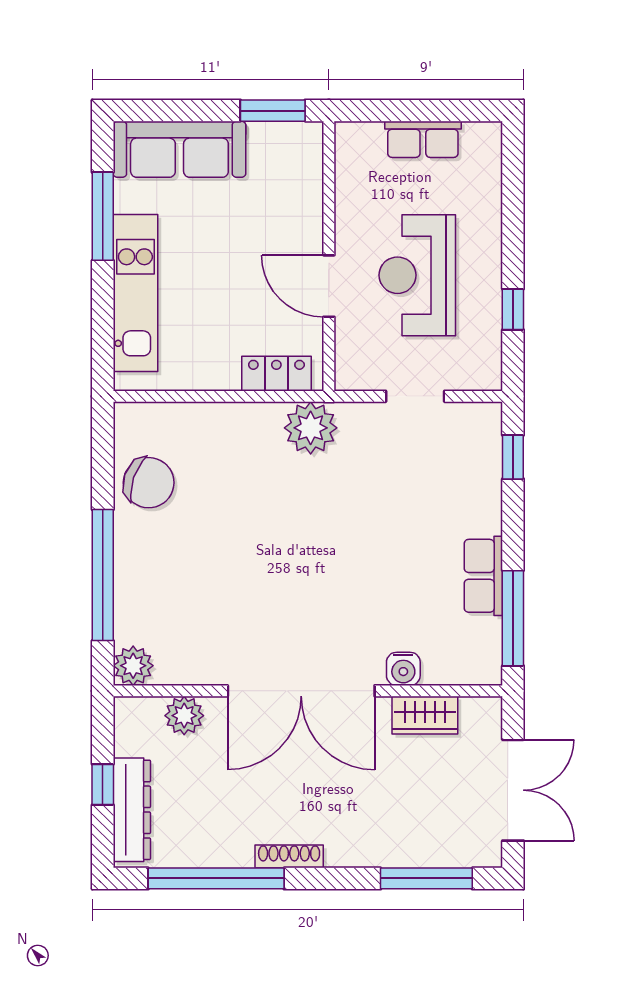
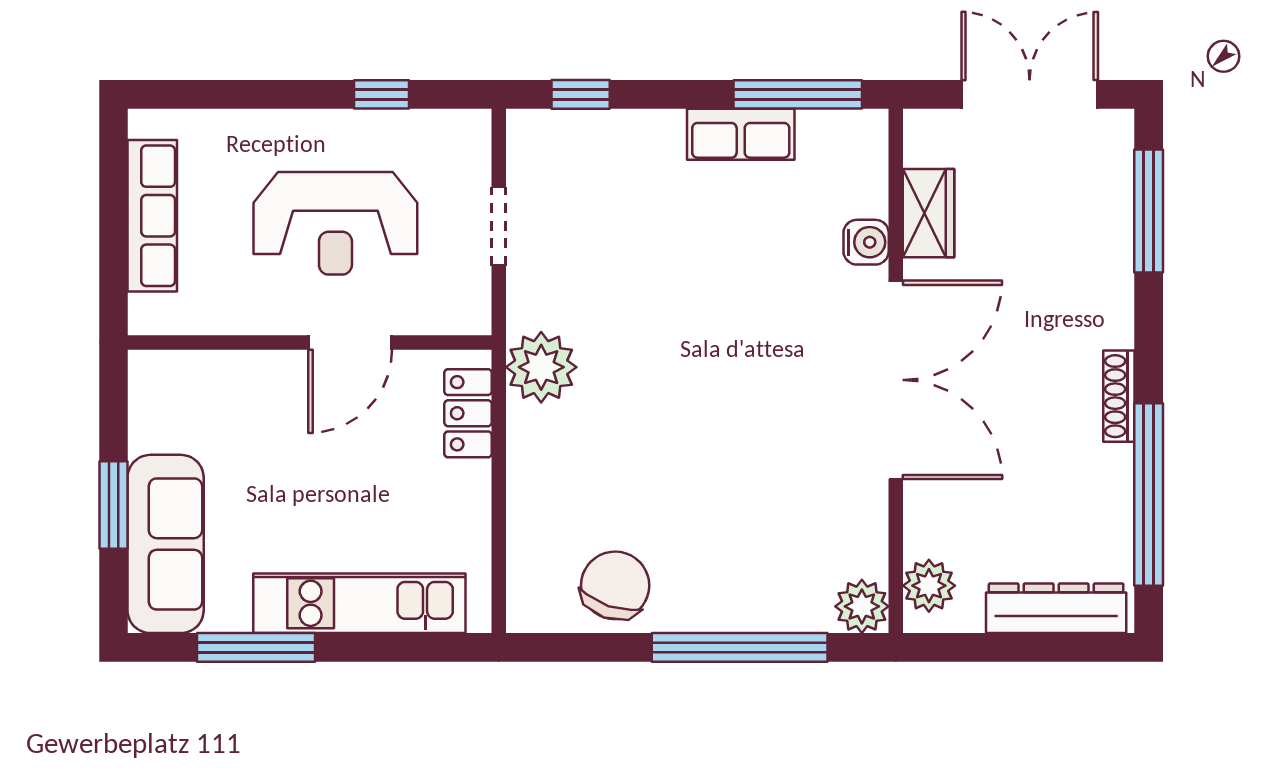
window: (273, 111) -> (113, 505), moved
row of seats: (423, 139) -> (152, 216), width x1.48
plant: (184, 716) -> (929, 586), moved
window: (103, 784) -> (1022, 647), removed

